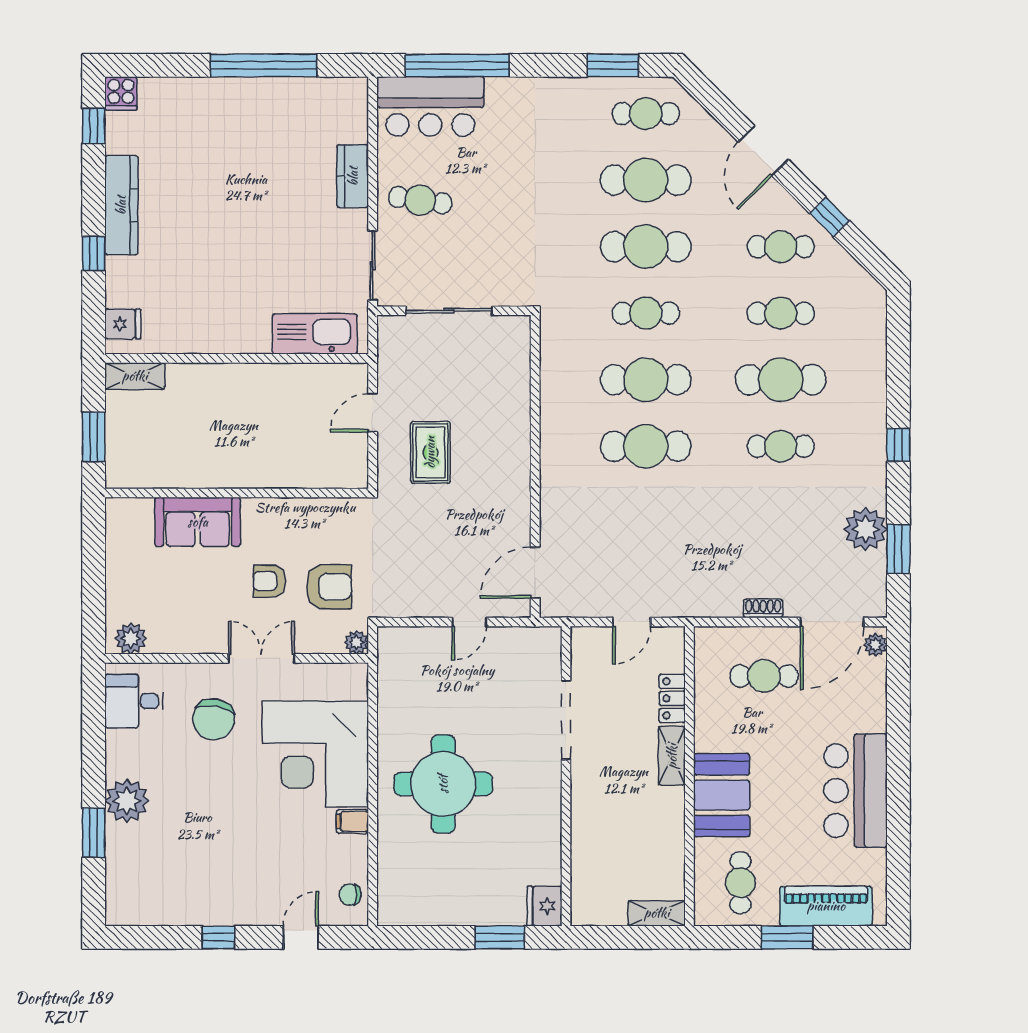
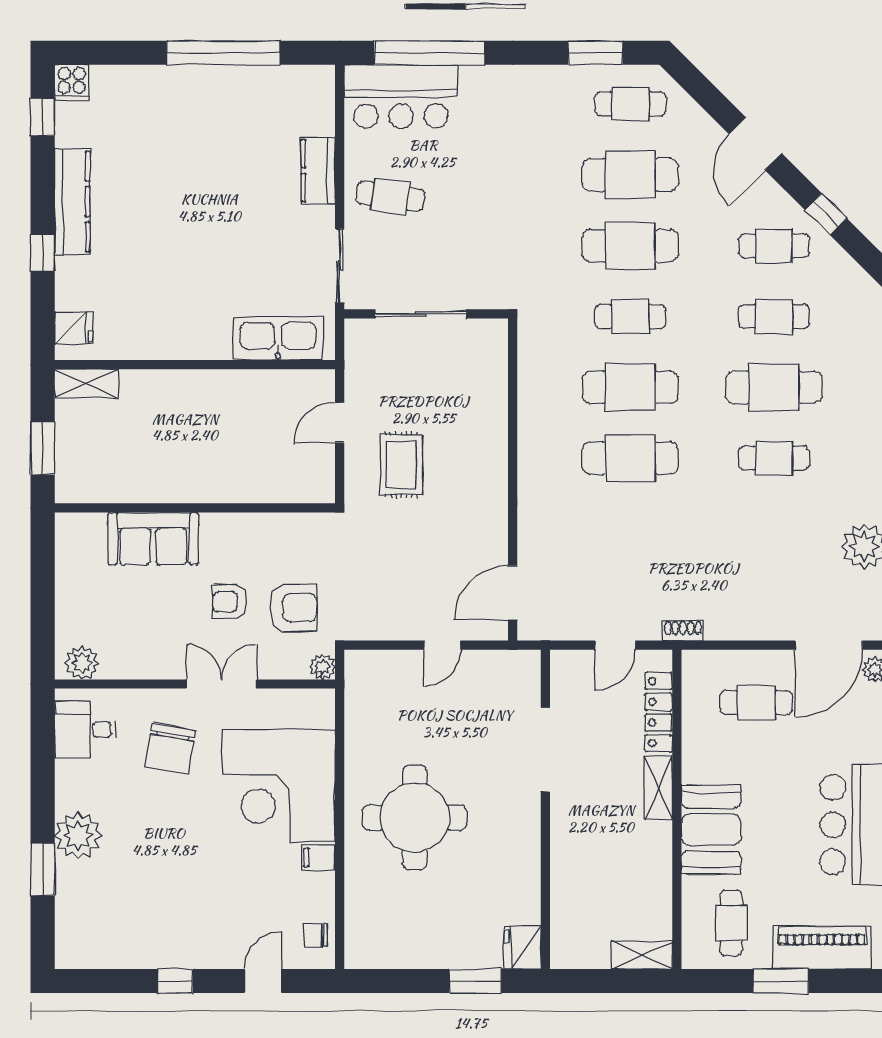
shoe rack: (763, 608) -> (683, 631), moved
locker: (672, 698) -> (659, 712), width x1.53

